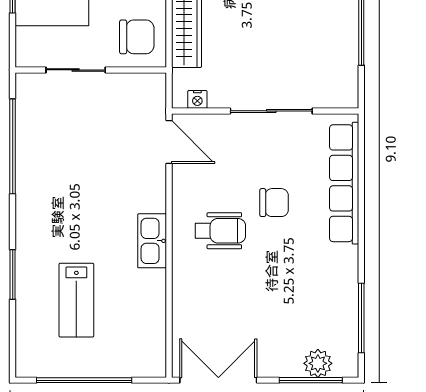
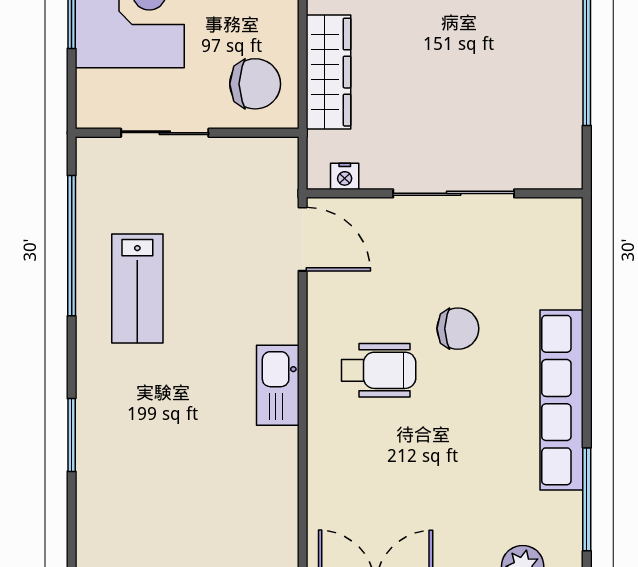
row of seats: (344, 183) -> (562, 400), moved
lab bench: (76, 300) -> (137, 288), moved

